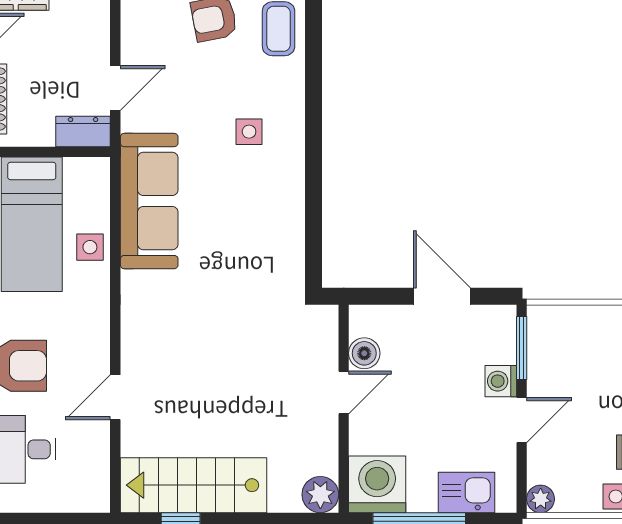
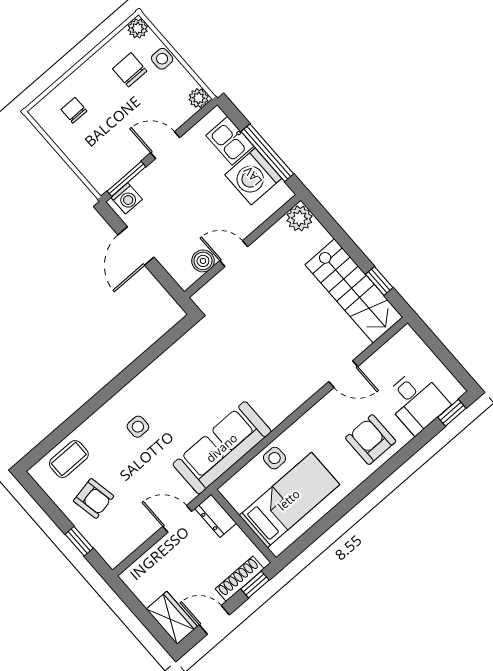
washing machine: (501, 381) -> (127, 198), moved
washing machine: (377, 484) -> (253, 176), moved

